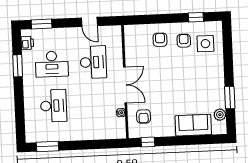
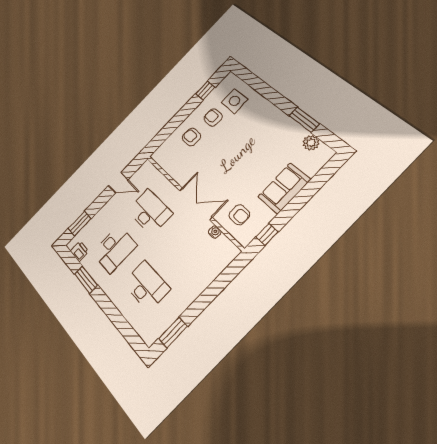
sofa: (193, 125) -> (284, 188), moved

